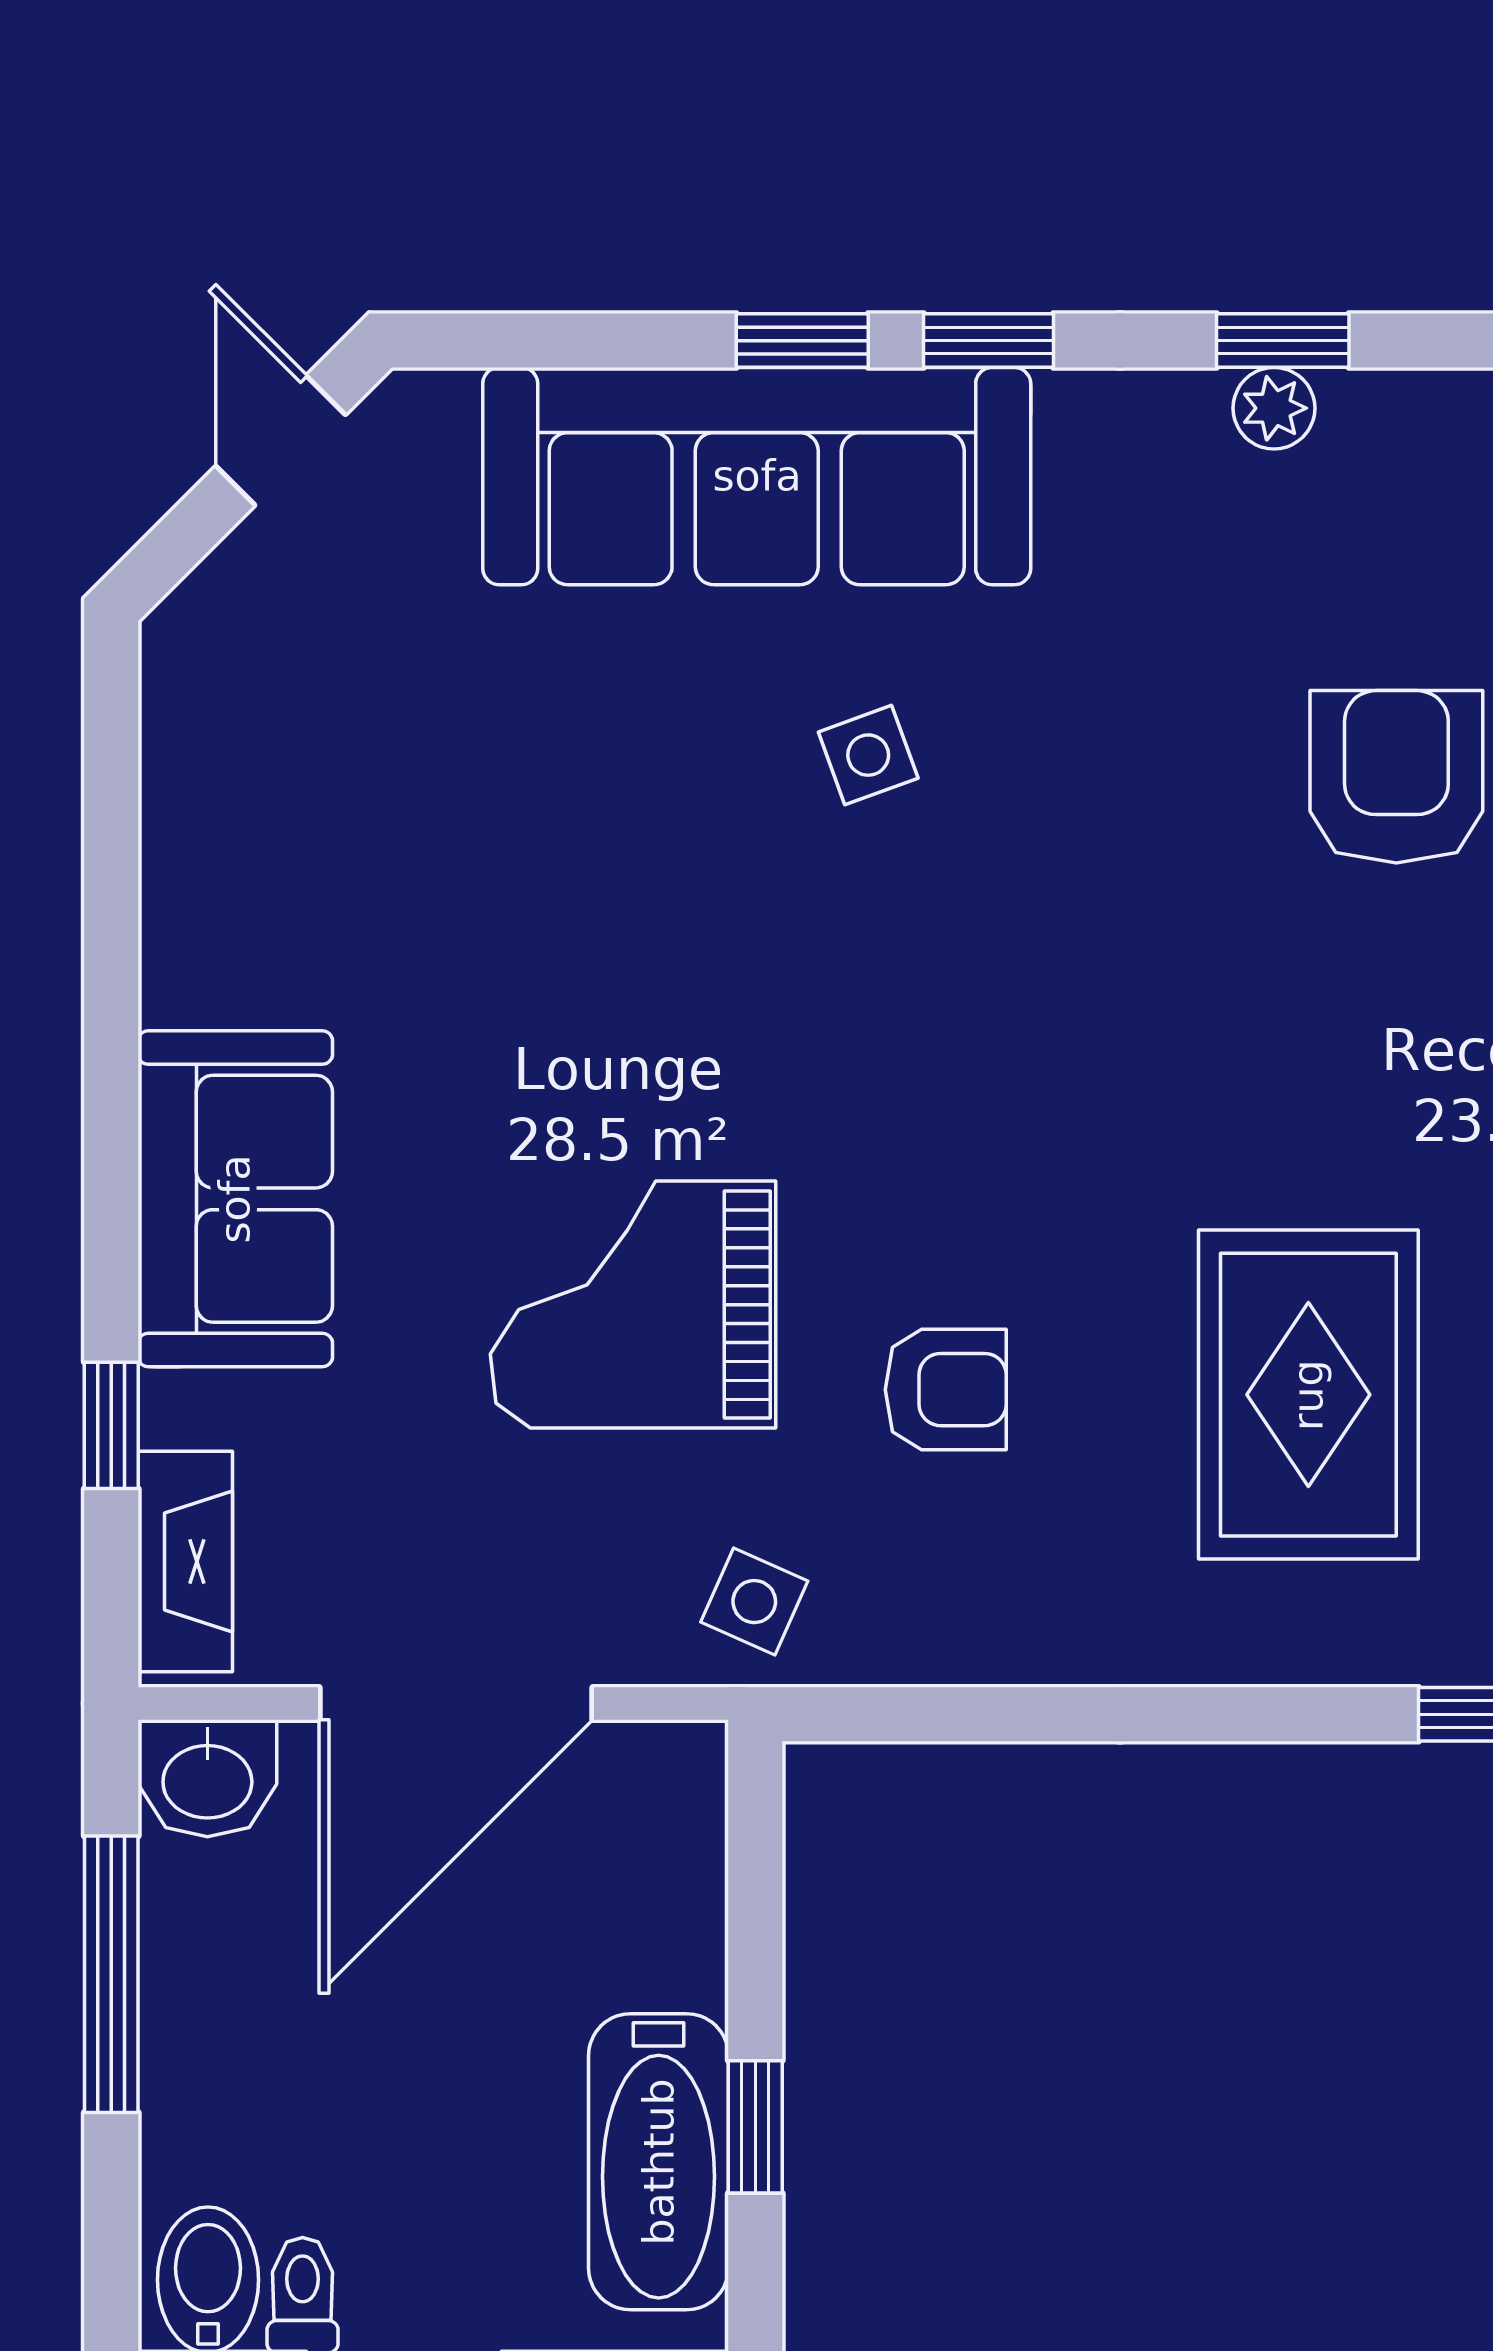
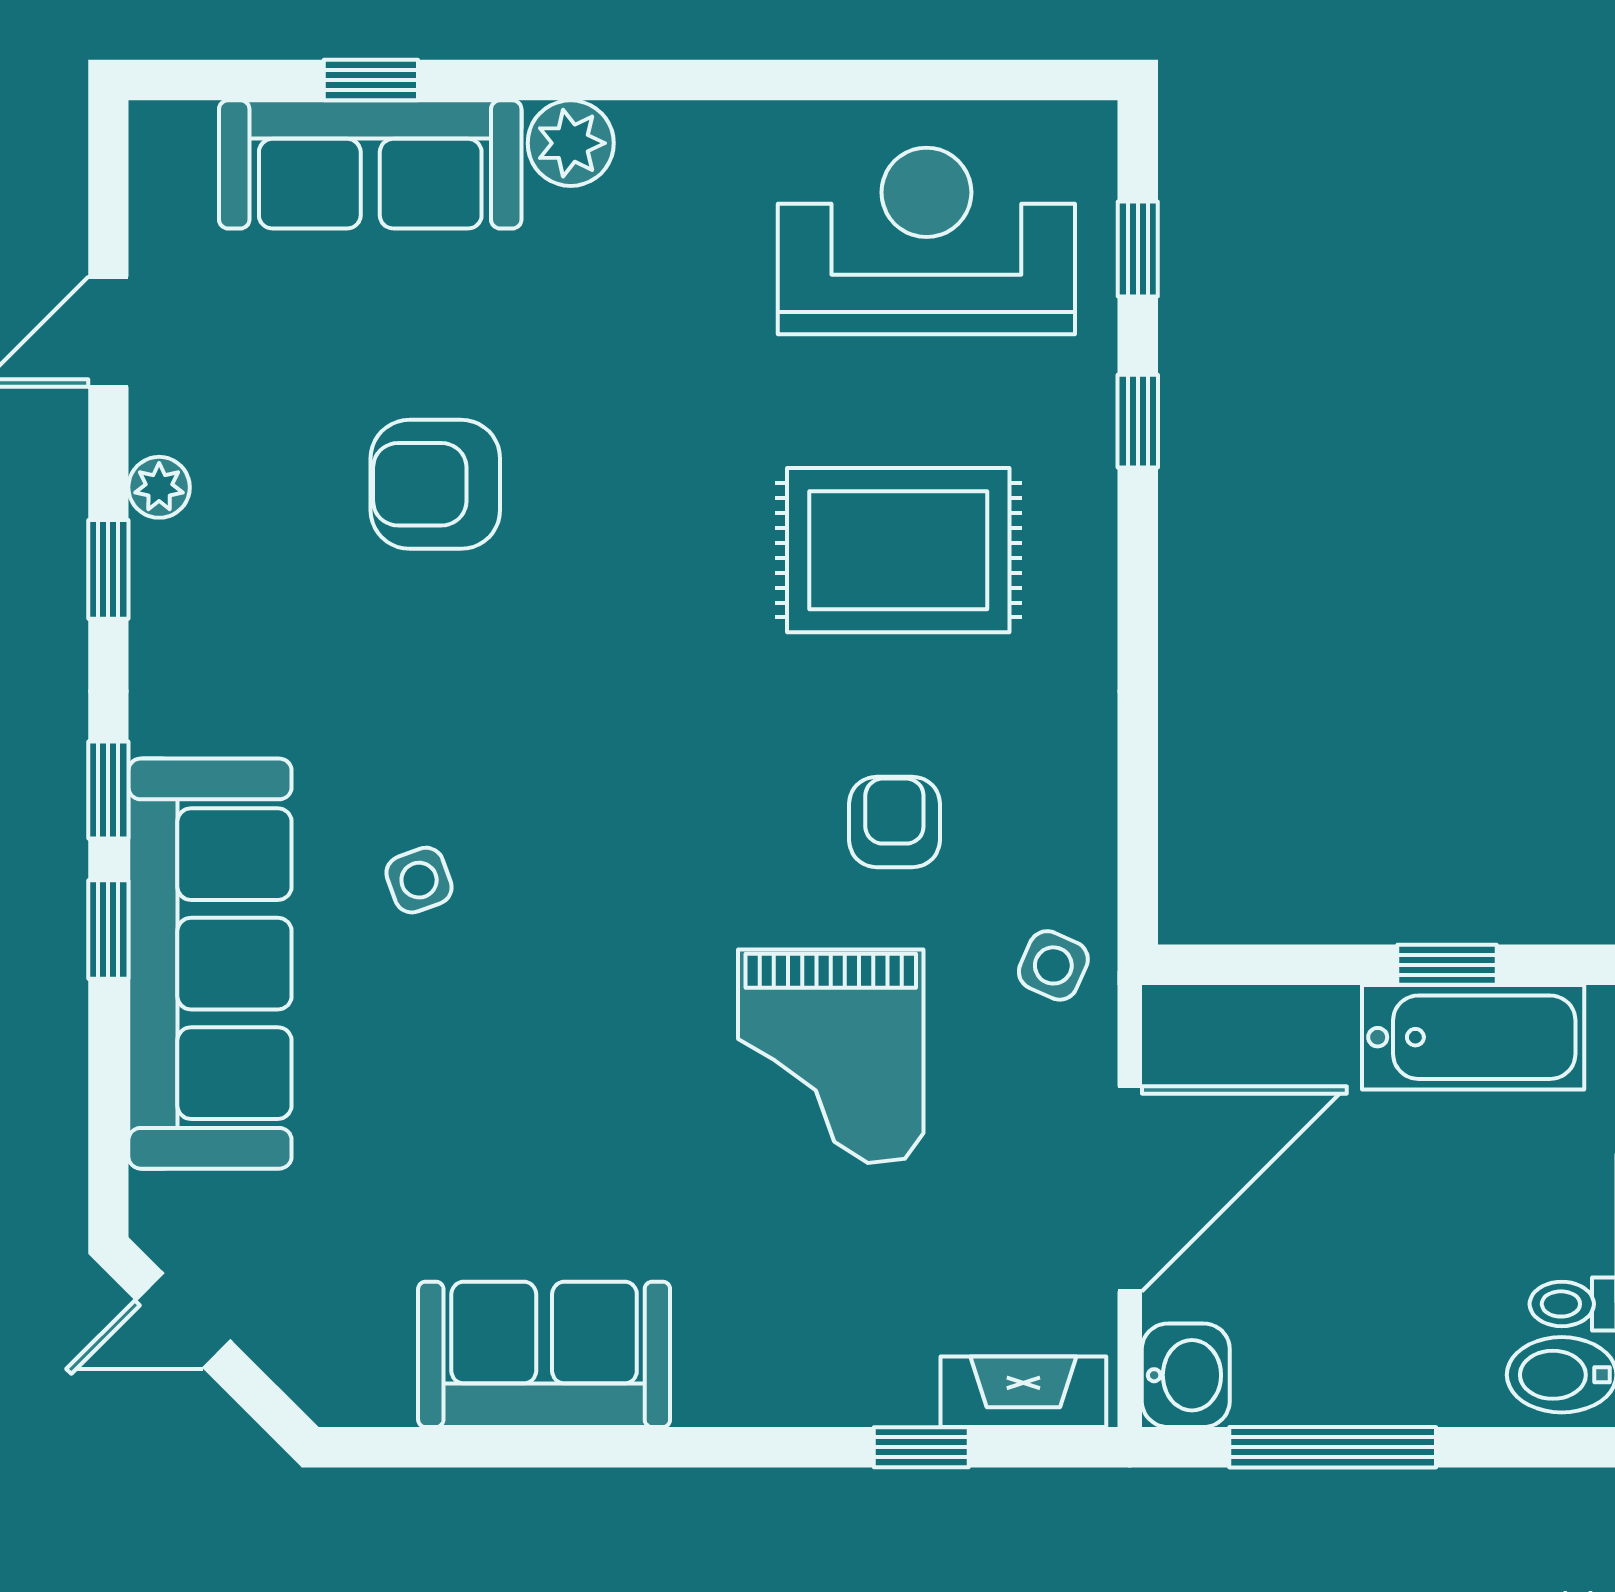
plant: (1274, 408) -> (159, 487), moved
sofa: (235, 1199) -> (544, 1354), moved
door: (456, 1704) -> (1130, 1189), hinge flipped

